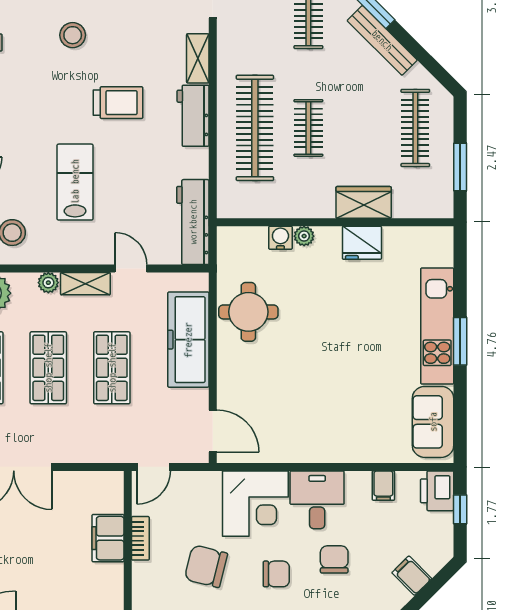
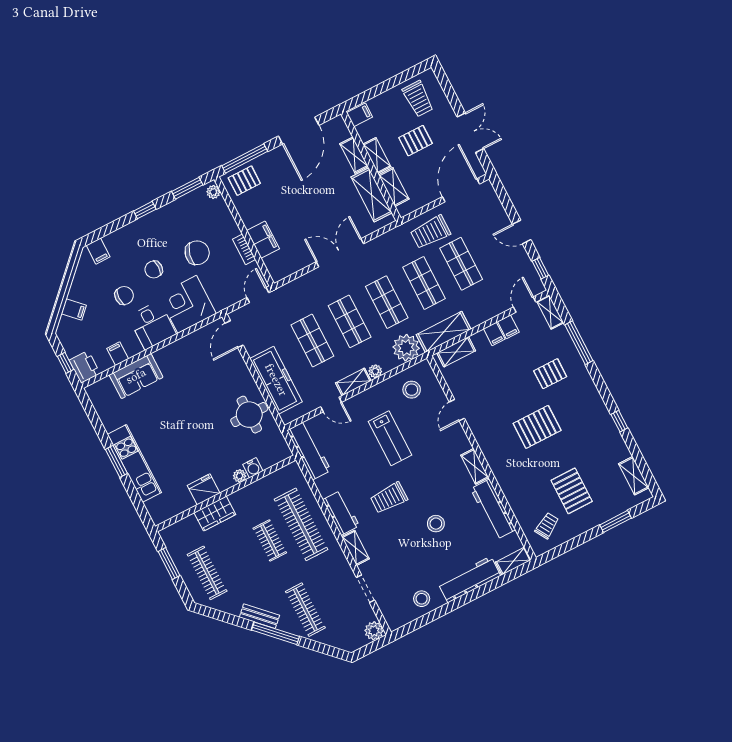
bench: (382, 40) -> (259, 616), width x0.73
sofa: (433, 422) -> (136, 376), moved, turned 90
door: (213, 431) -> (234, 334), hinge flipped
chair: (334, 559) -> (124, 296), turned -90

